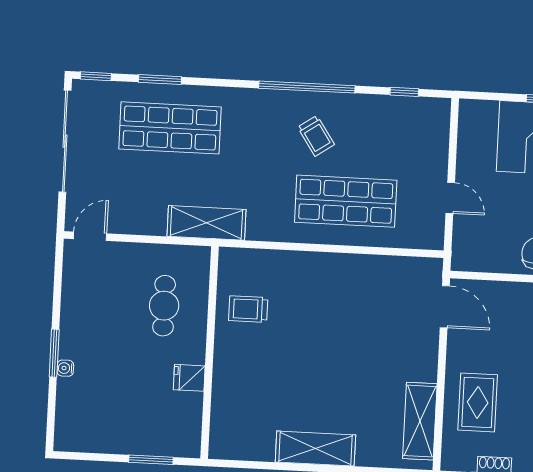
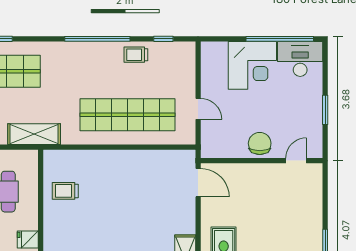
trolley: (316, 136) -> (136, 55), moved, turned 124
shop shelf: (346, 201) -> (127, 115), width x1.40

